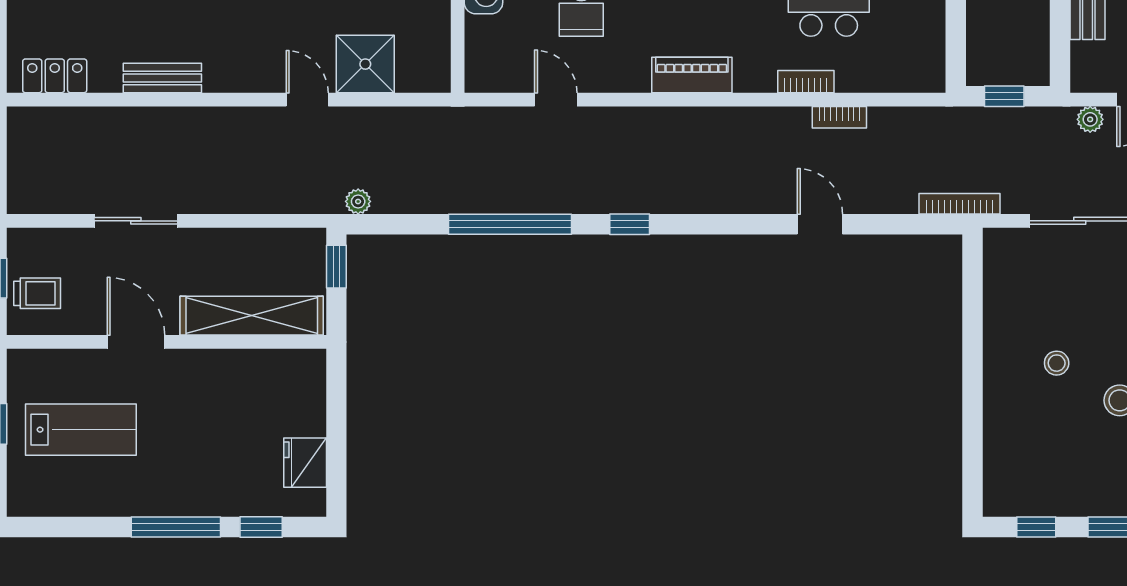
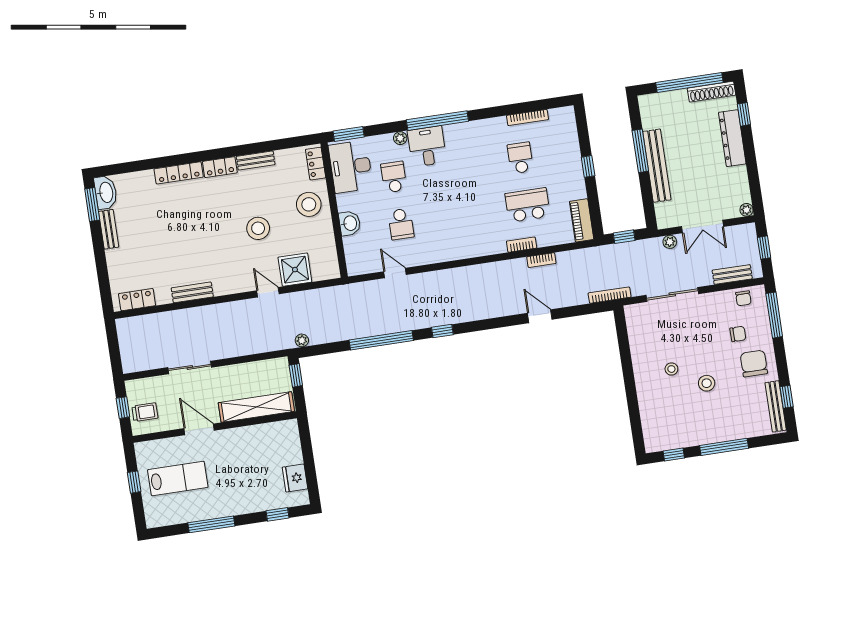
piano: (692, 75) -> (582, 220), moved, turned -90
window: (176, 527) -> (211, 524), moved

